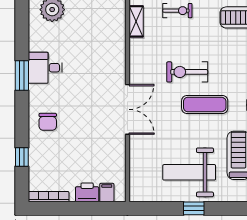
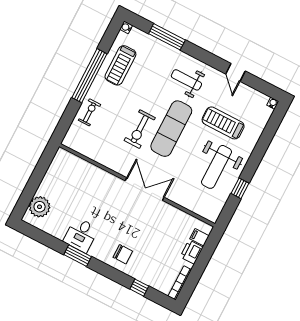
shelving: (136, 21) -> (81, 148), removed
exercise mat: (205, 105) -> (171, 129), width x1.36, depth x1.45
window: (194, 208) -> (240, 188), moved

